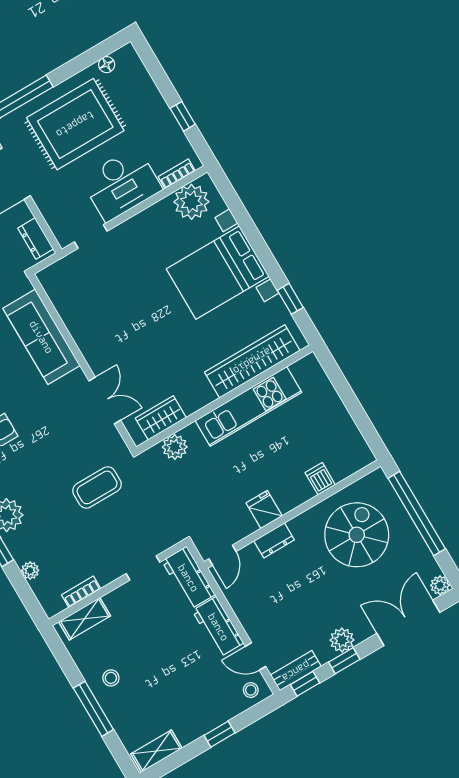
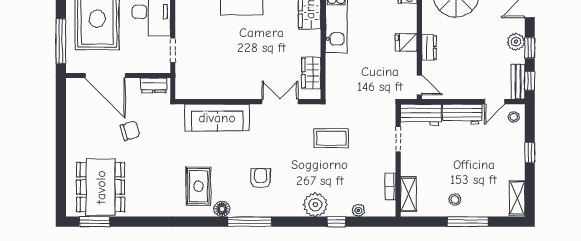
plant: (175, 447) -> (335, 75), removed
coffee table: (97, 487) -> (331, 138), turned 90

